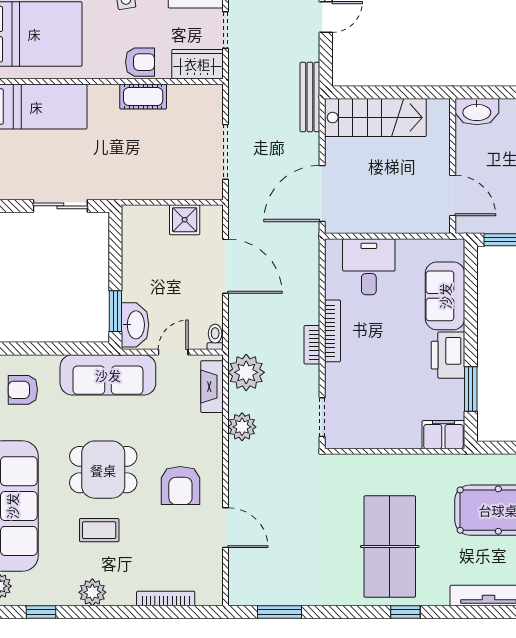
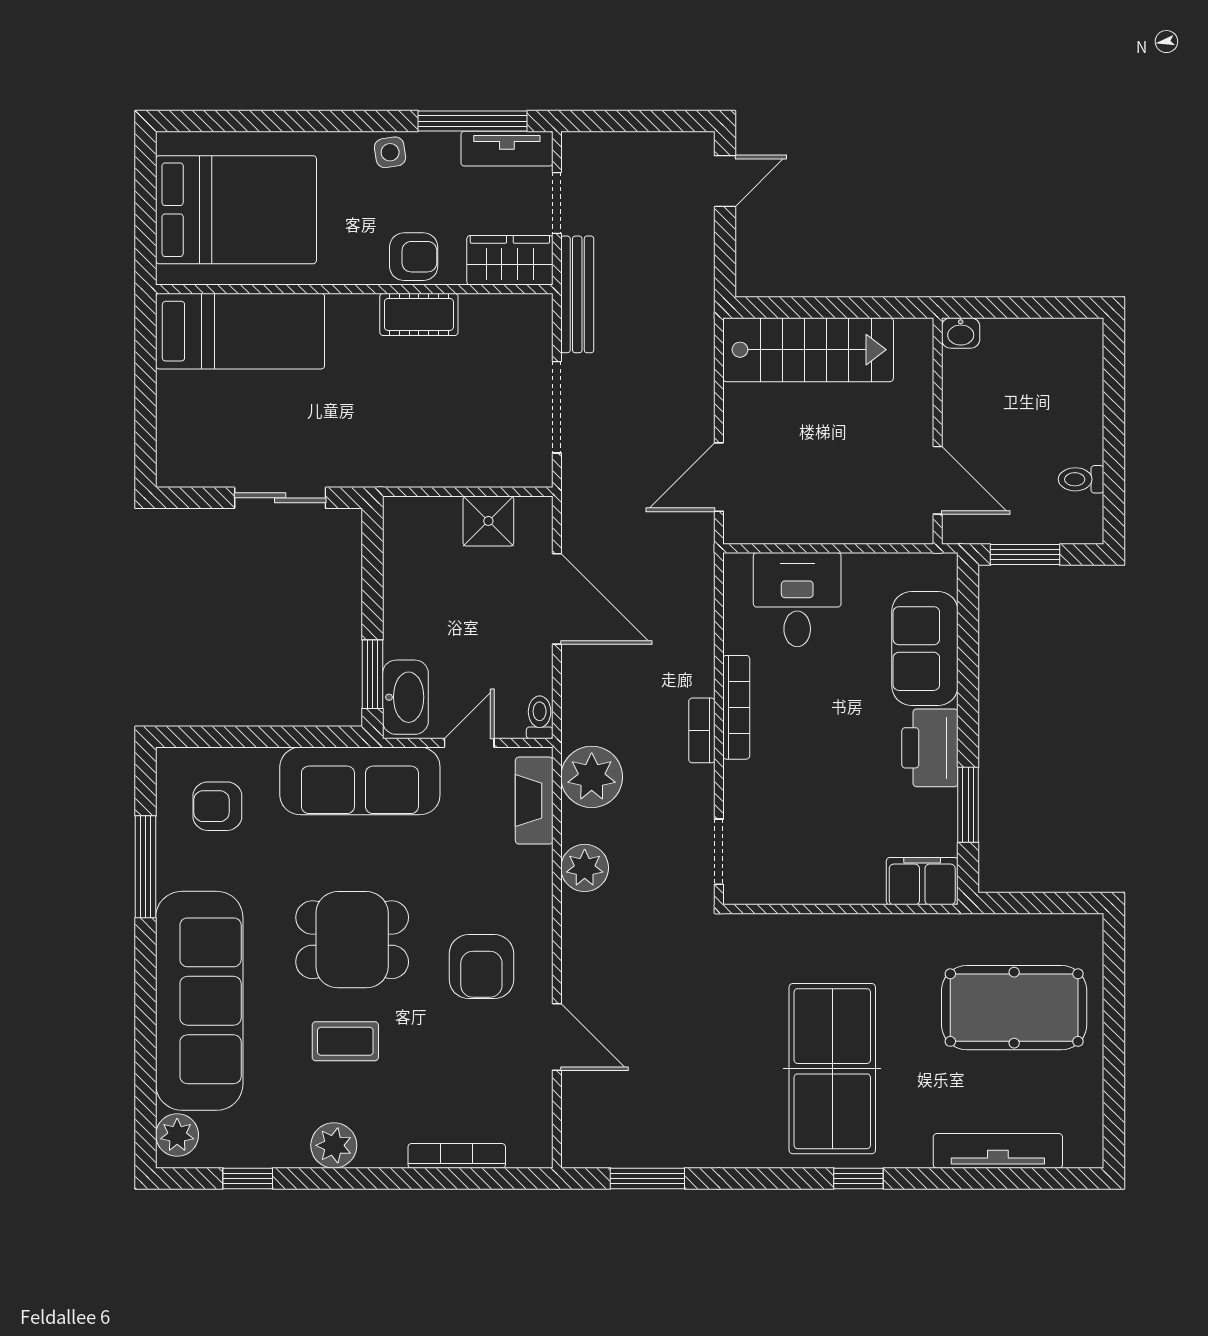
bench: (310, 97) -> (577, 294), moved
washbasin: (477, 112) -> (961, 333), width x0.52, depth x0.69
door: (322, 194) -> (719, 477), width x0.73

